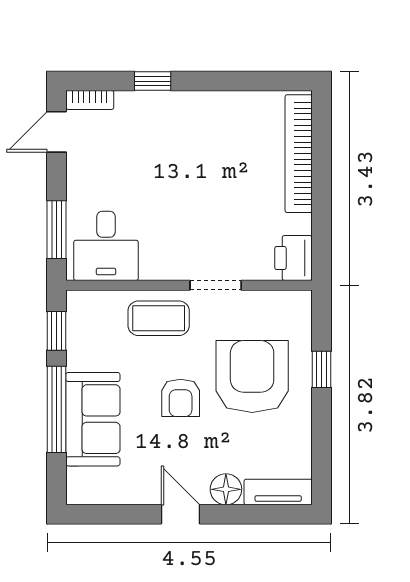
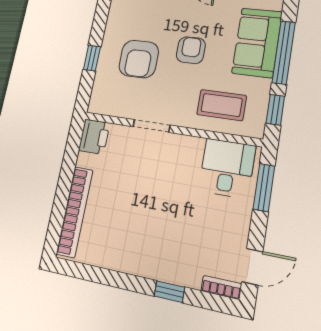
coffee table: (159, 318) -> (222, 105), moved
armchair: (252, 376) -> (139, 59), width x0.73, depth x0.73

